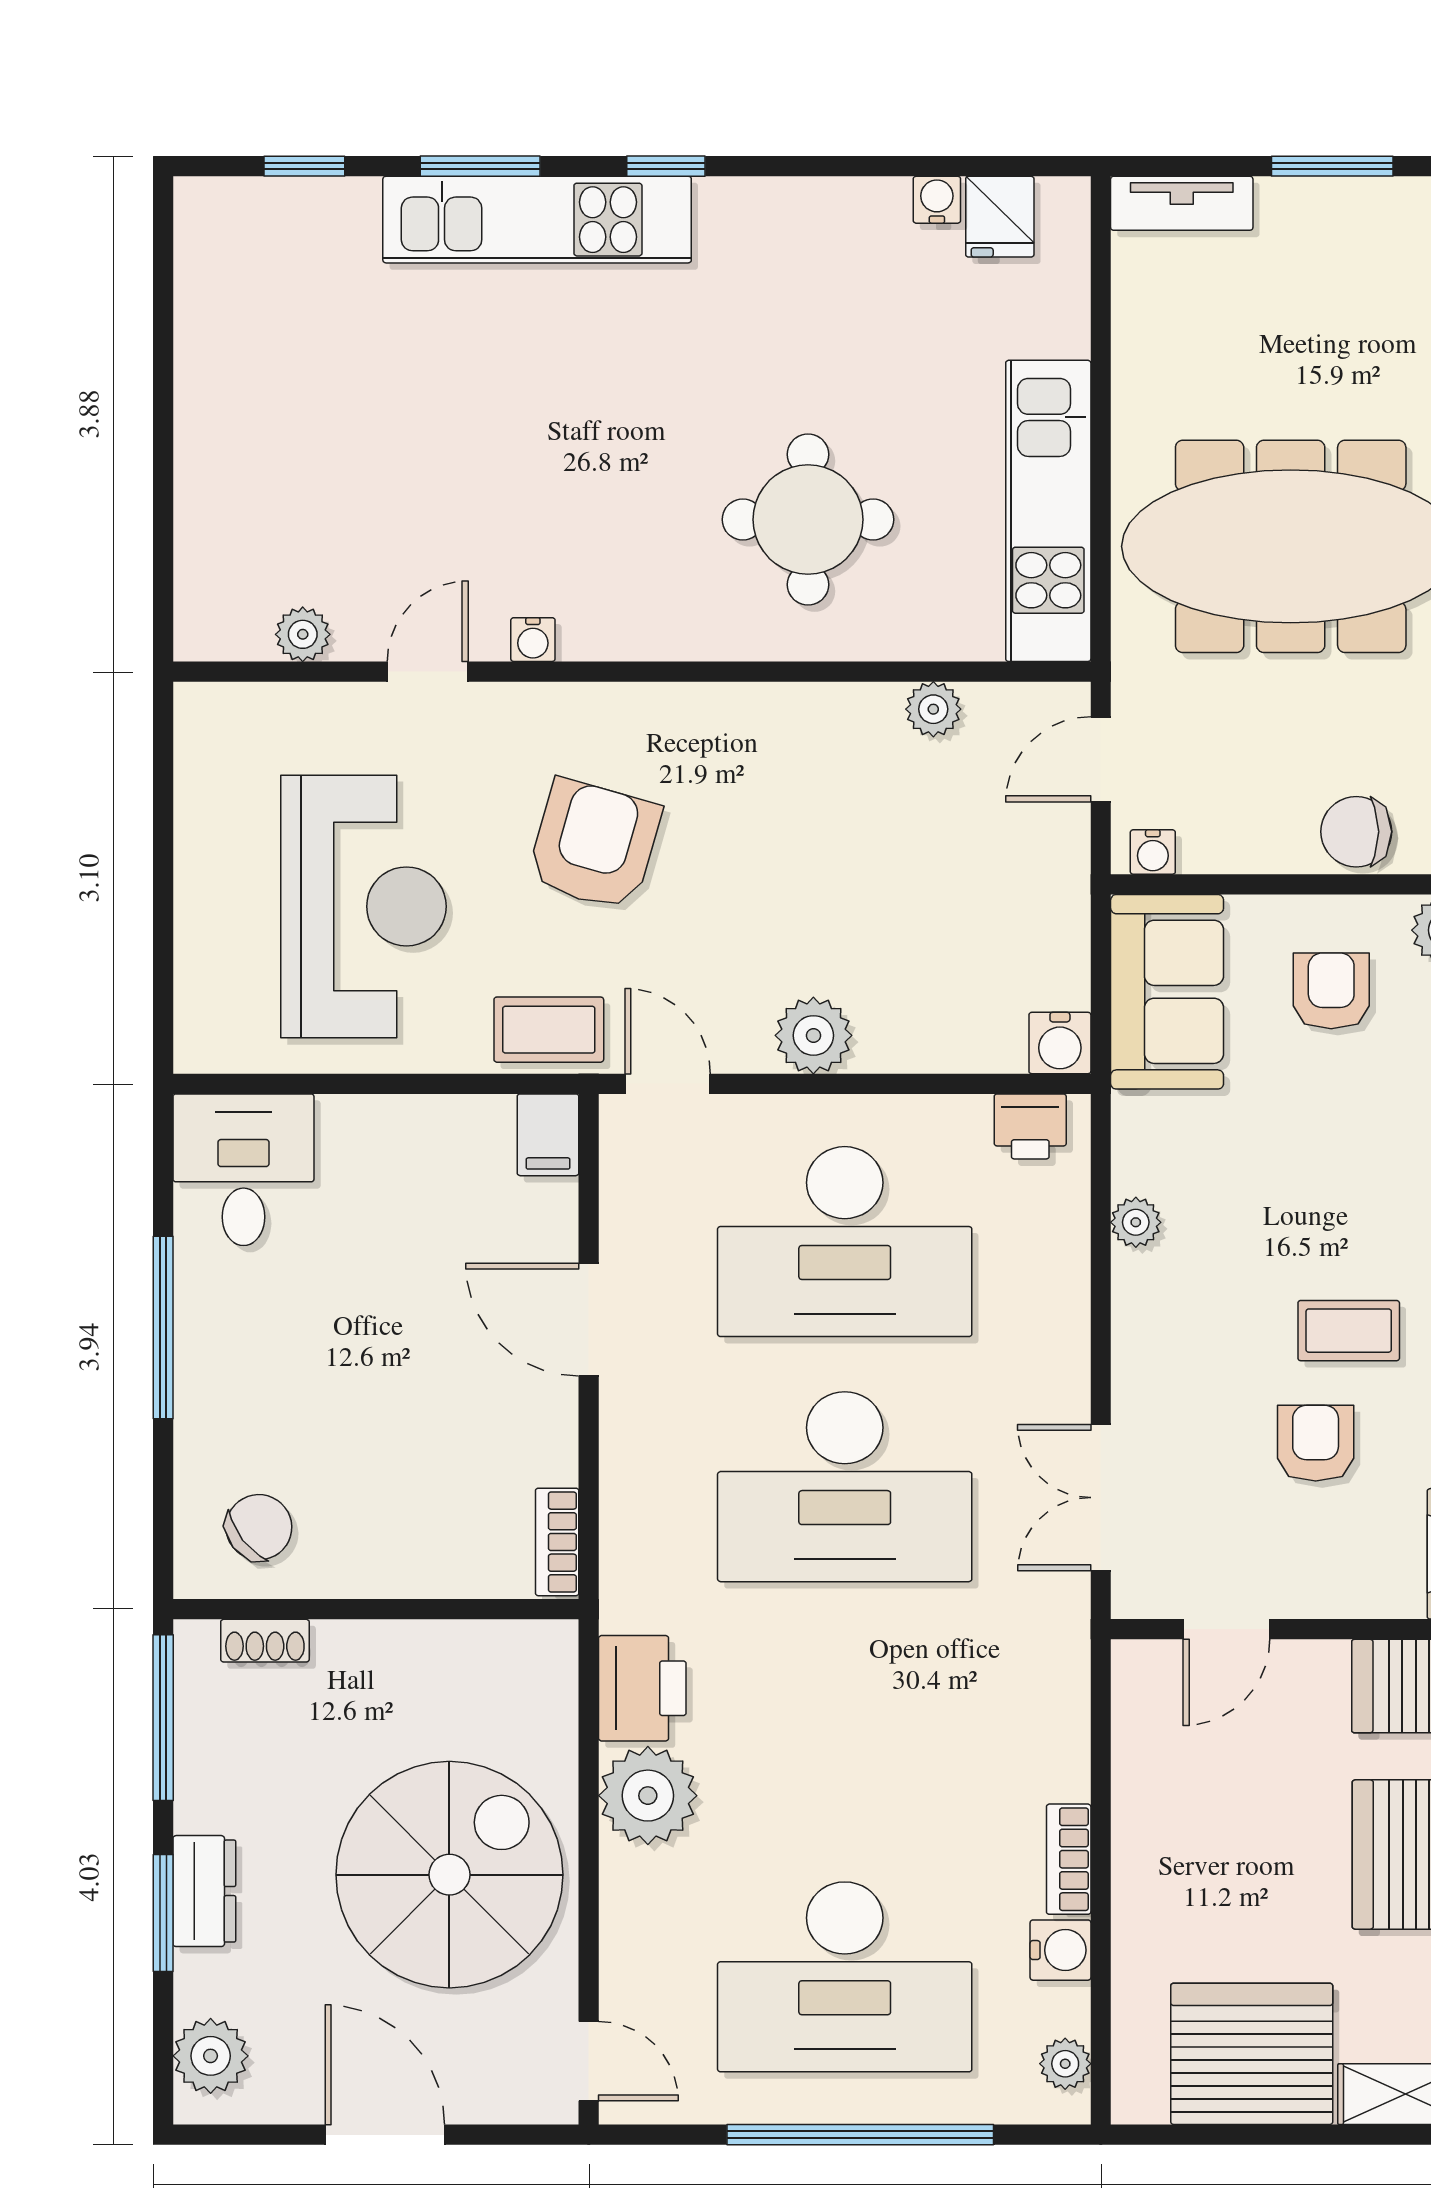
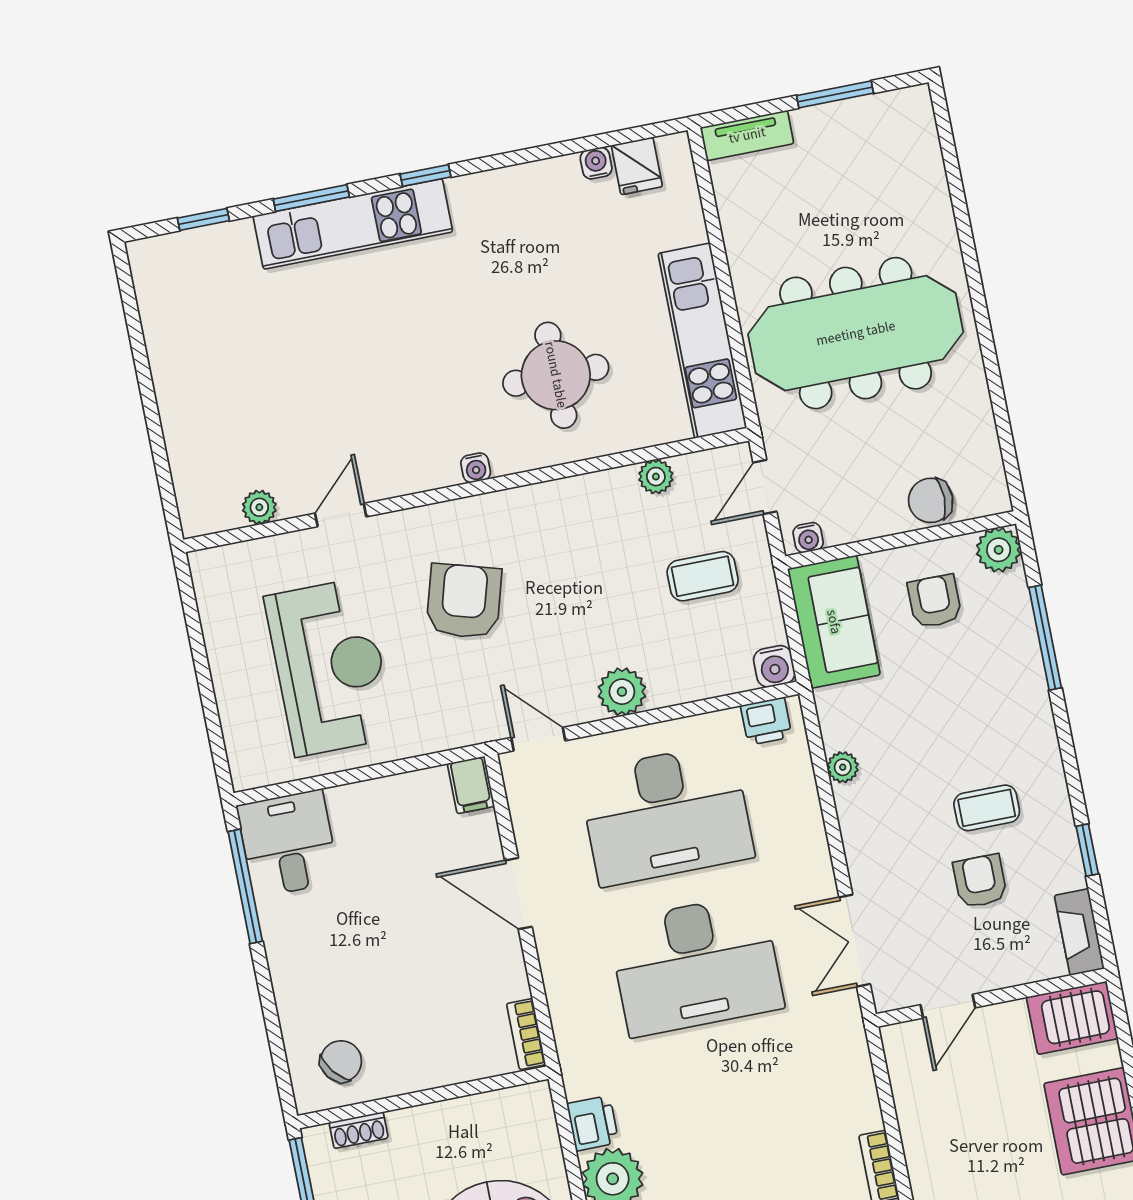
water cooler: (533, 640) -> (476, 468), moved
coffee table: (549, 1030) -> (703, 576), moved
window: (163, 1328) -> (245, 886), moved
printer: (642, 1688) -> (593, 1123), width x0.73, depth x0.81

